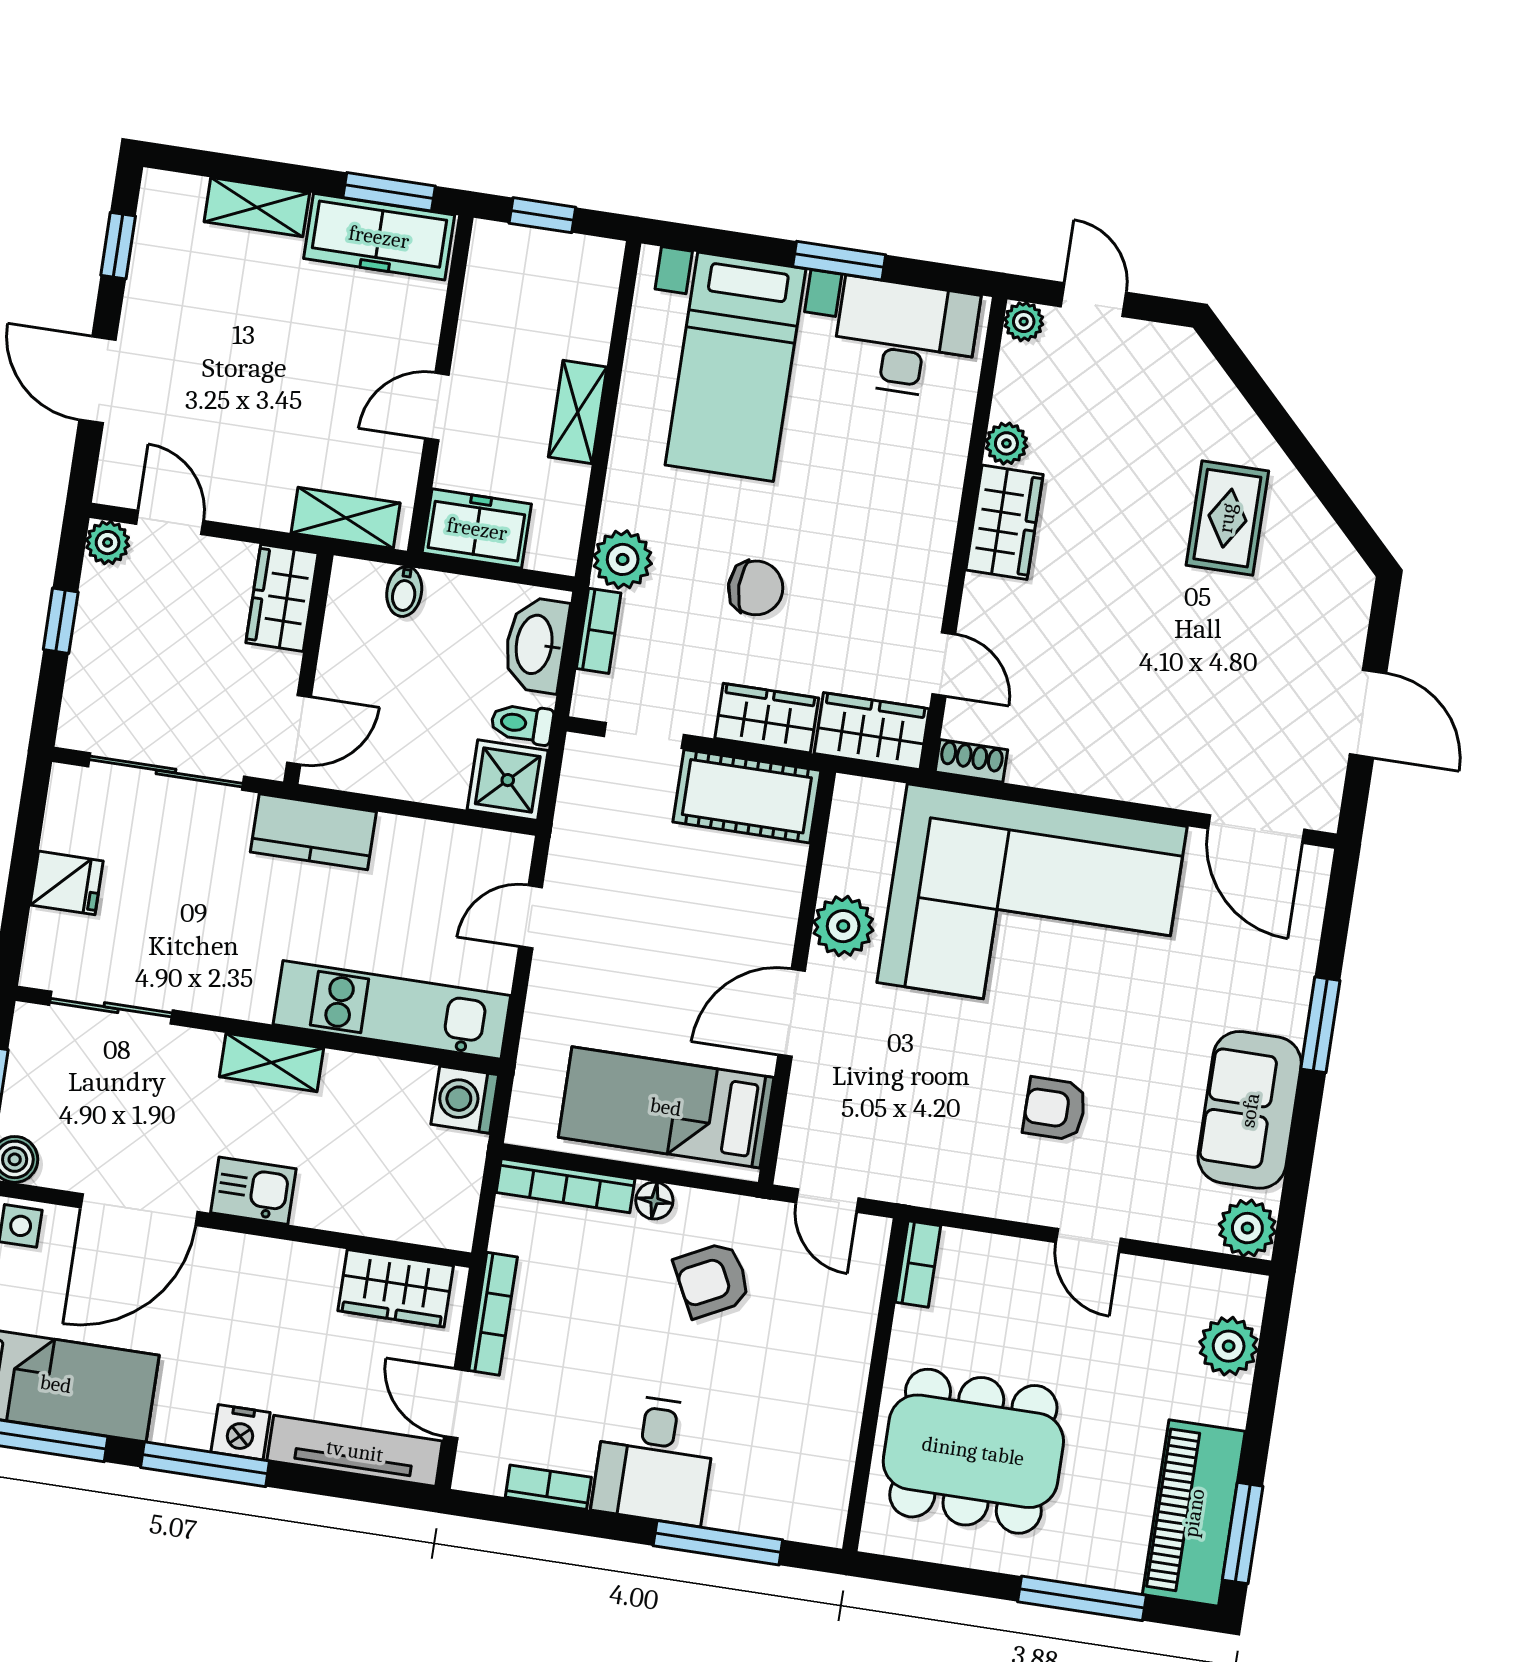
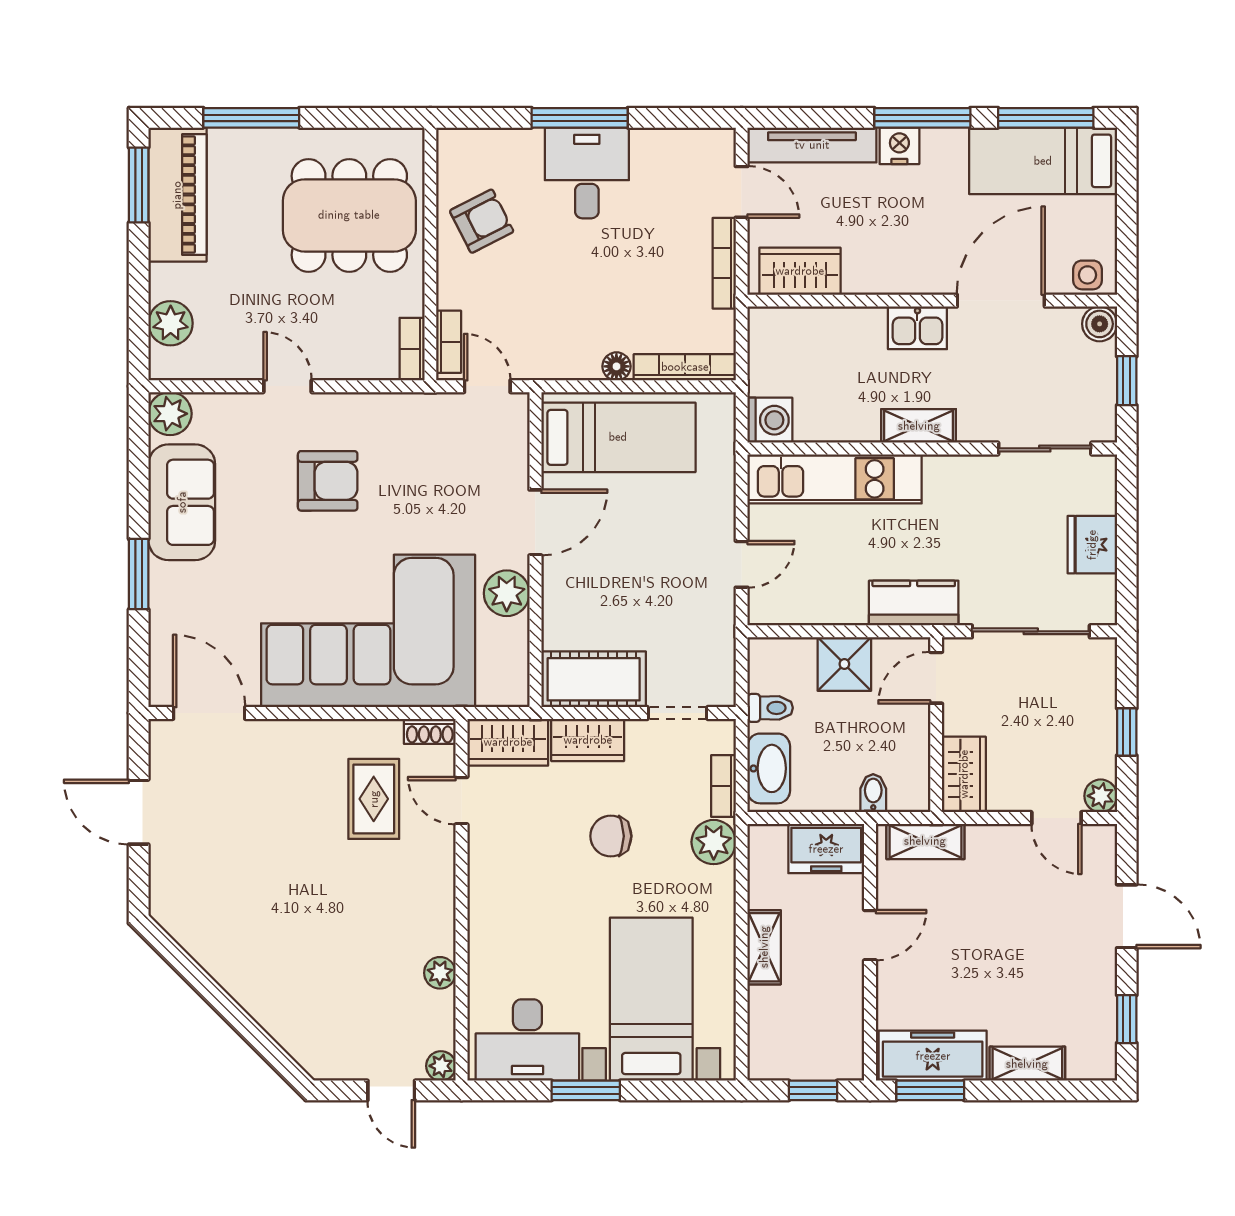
rug: (1227, 518) -> (374, 799), moved
wardrobe: (1004, 522) -> (432, 914), removed
shower: (508, 780) -> (844, 664), moved
fridge: (67, 883) -> (1092, 545), width x1.38
armchair: (1055, 1109) -> (328, 481), width x1.38, depth x1.38
armchair: (712, 1280) -> (482, 221), moved
bookcase: (548, 1487) -> (449, 342), moved, turned -90
window: (718, 1543) -> (580, 118), moved

